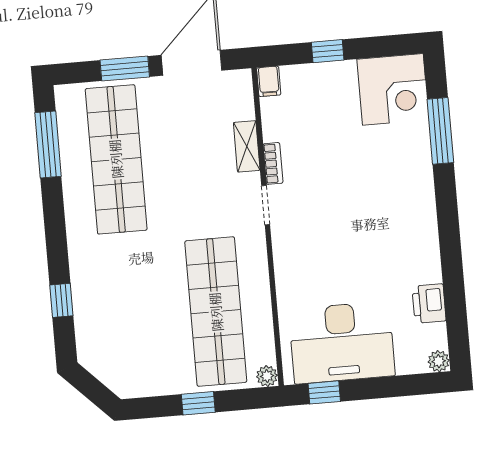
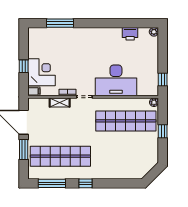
corner desk: (393, 89) -> (42, 72), moved
window: (61, 300) -> (85, 183), moved
desk: (342, 342) -> (116, 80), moved, turned 90

